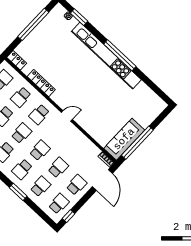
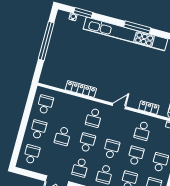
window: (120, 55) -> (137, 27), width x0.68
locker: (17, 60) -> (149, 108), moved
school desk: (21, 97) -> (142, 131), moved

